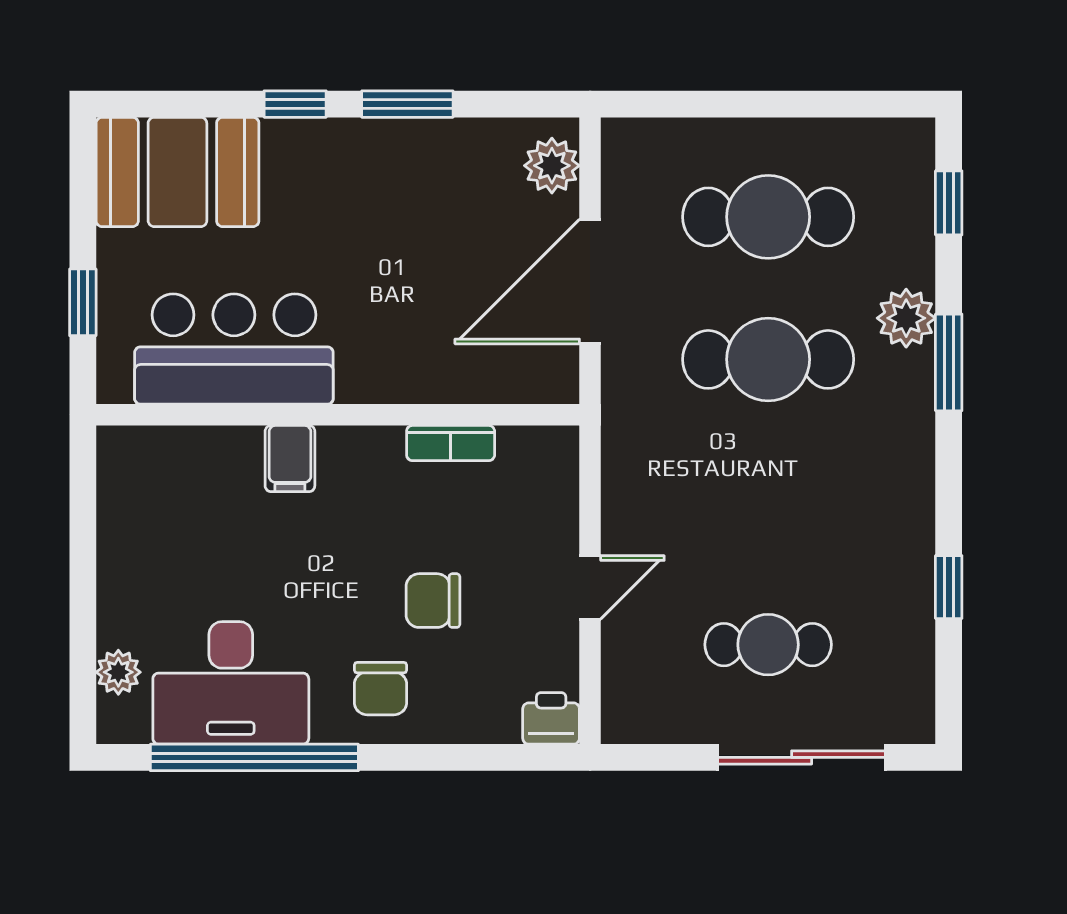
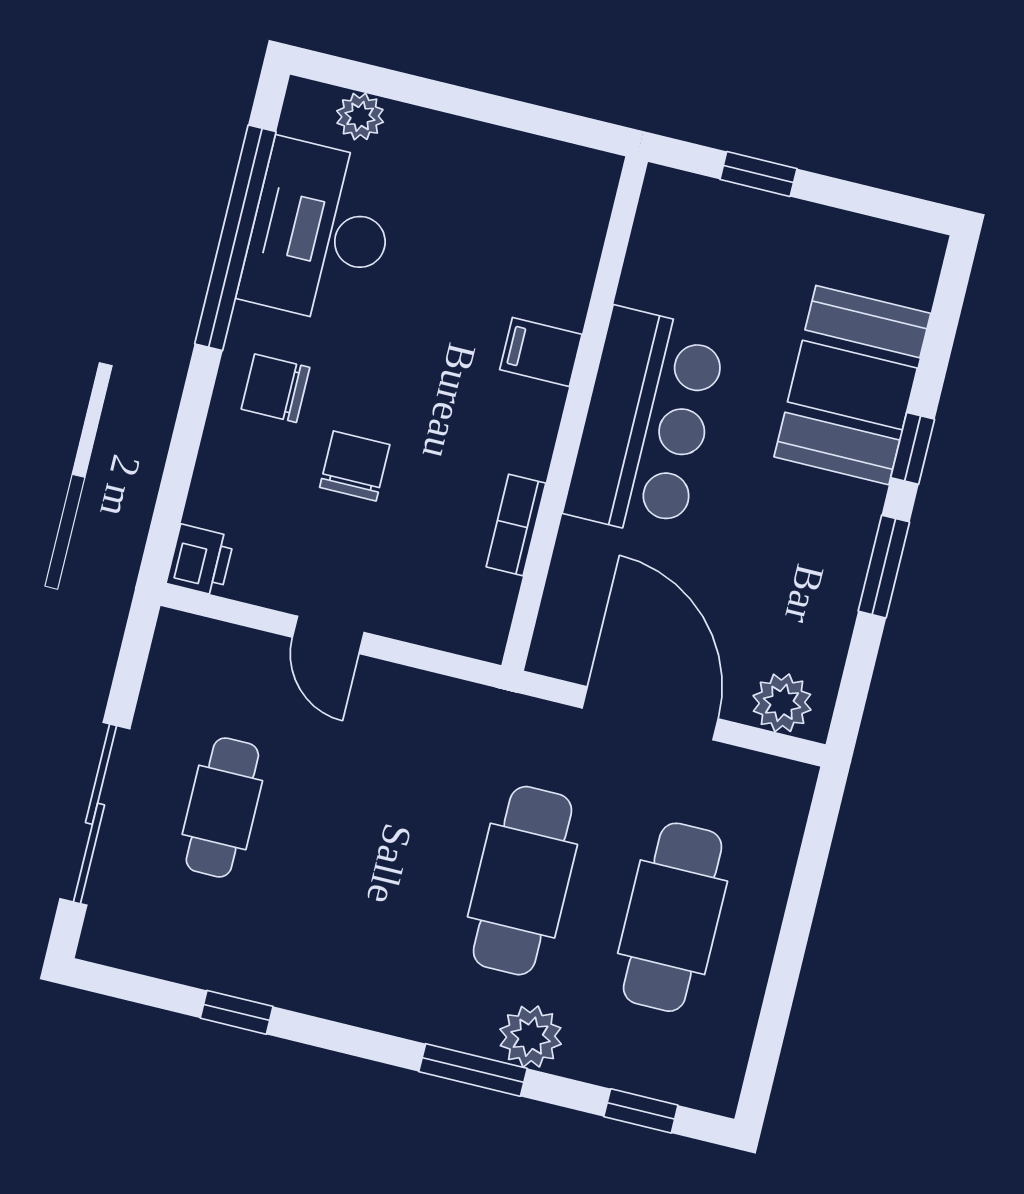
booth: (177, 172) -> (852, 385), moved
bar counter: (234, 349) -> (646, 423), moved

